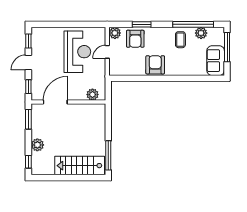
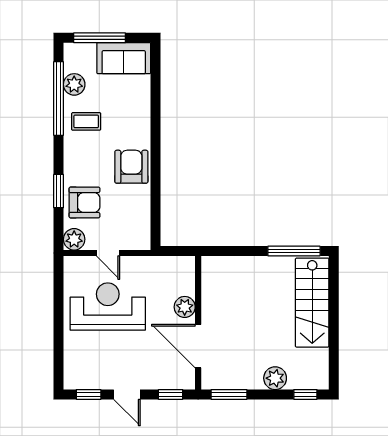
armchair: (155, 65) -> (131, 167), turned 90
plant: (92, 95) -> (185, 307), moved

